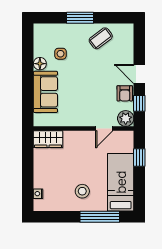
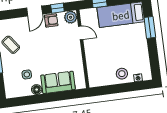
wardrobe: (48, 139) -> (95, 76), removed
stool: (82, 191) -> (122, 74), moved
window: (100, 217) -> (150, 27), width x0.69

